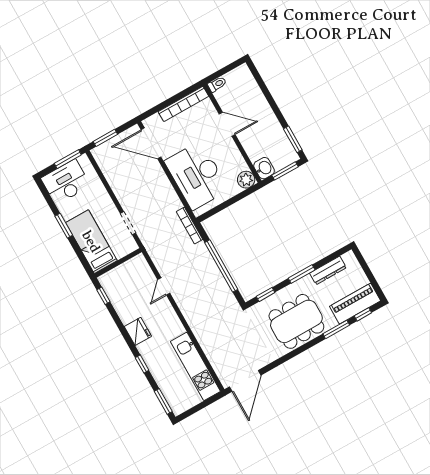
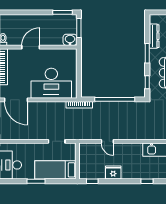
door: (151, 143) -> (16, 100), hinge flipped
plant: (246, 180) -> (71, 55), removed
fridge: (138, 331) -> (113, 172), moved

